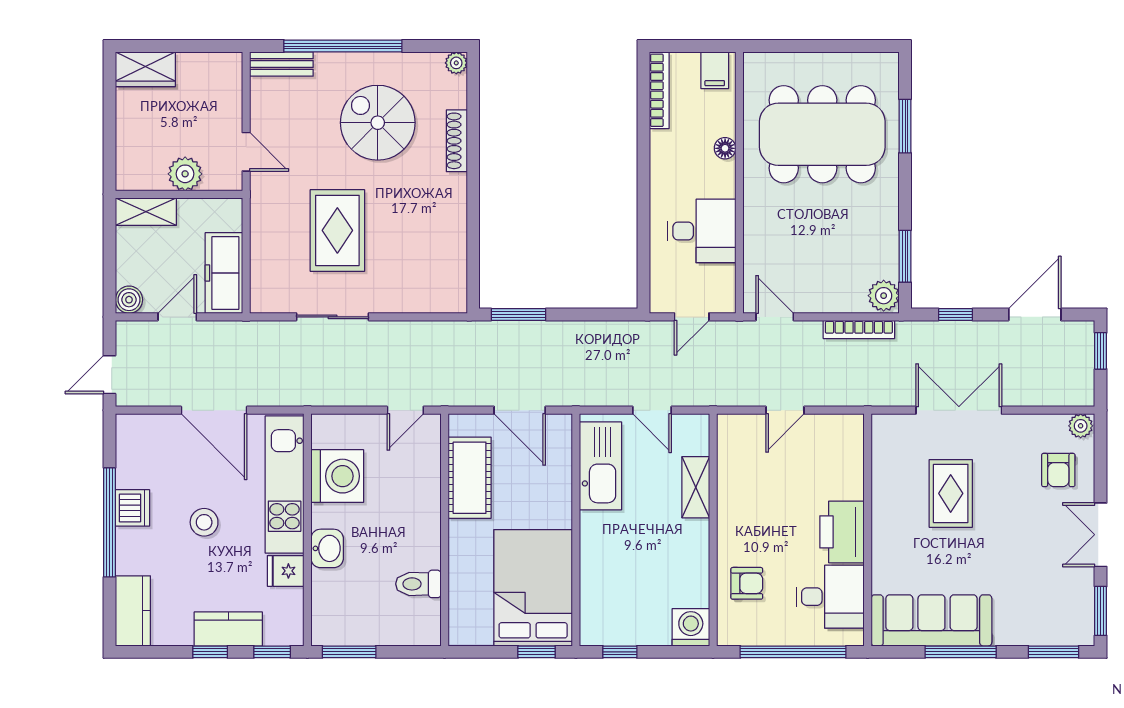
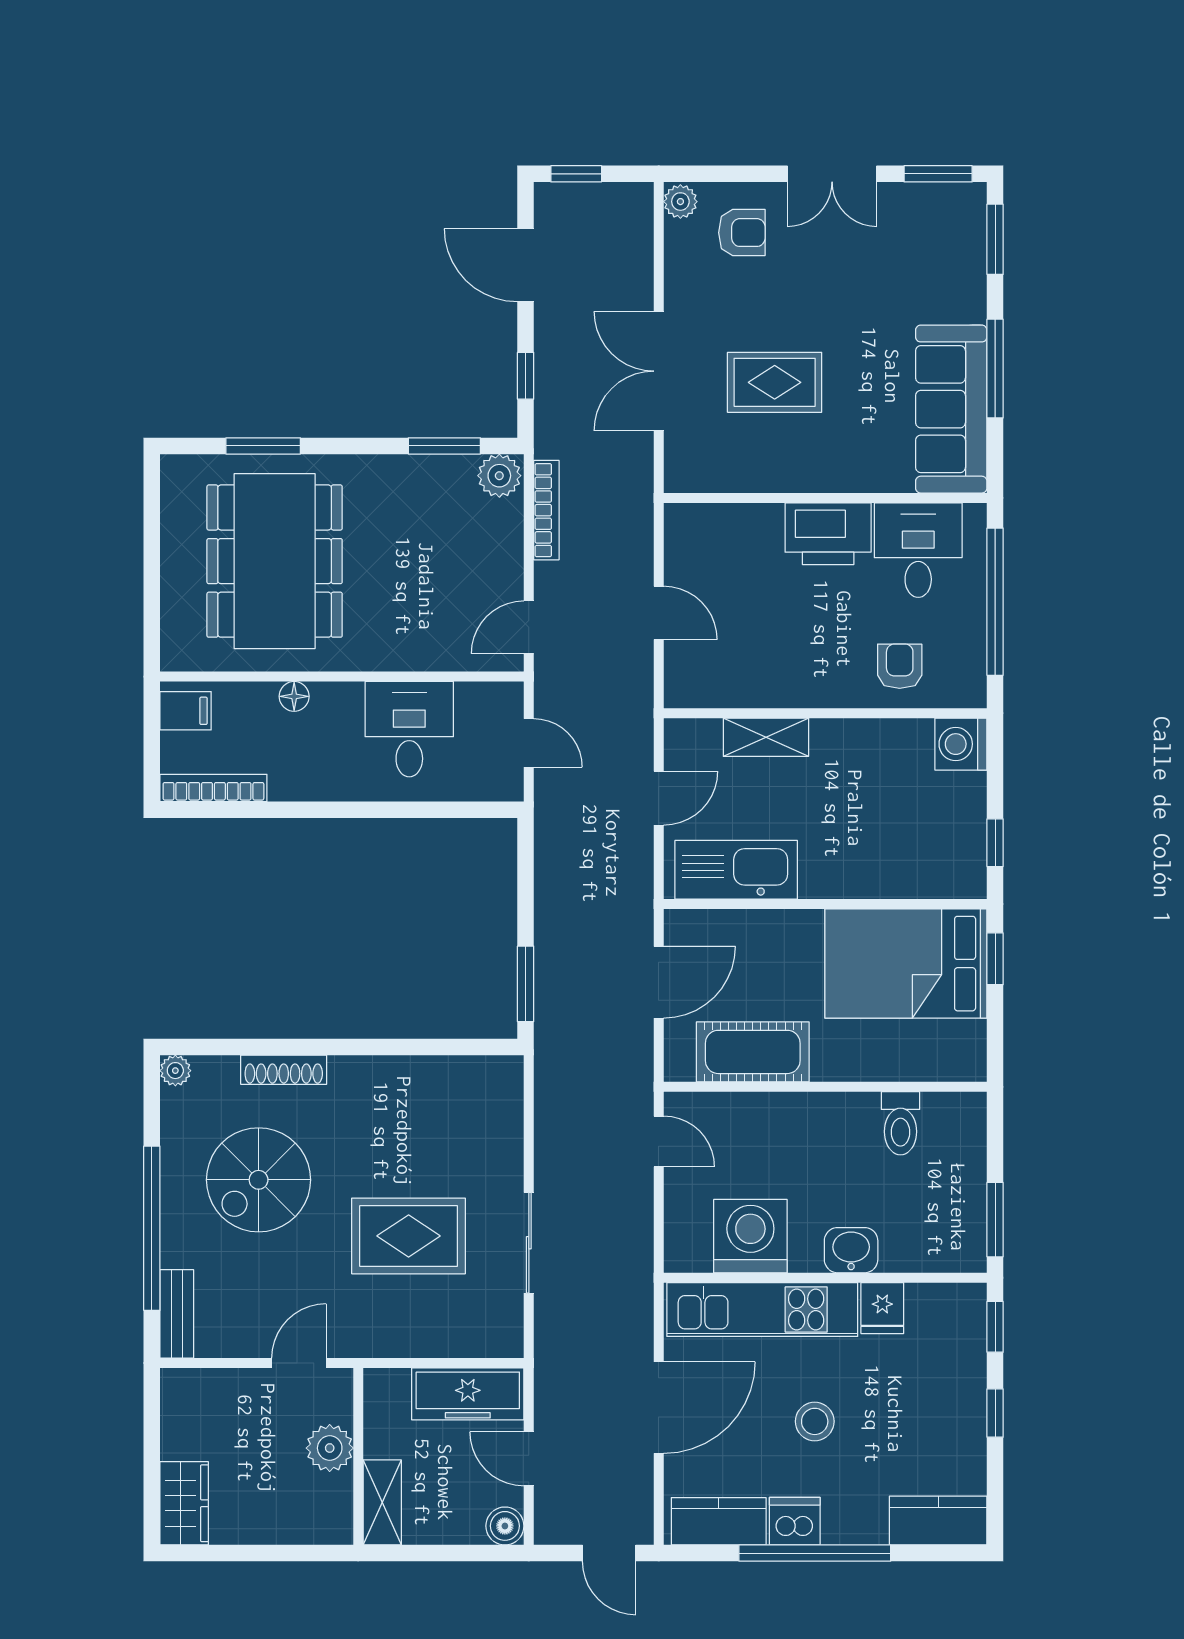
kitchen counter: (228, 629) -> (719, 1521), moved, turned 90

